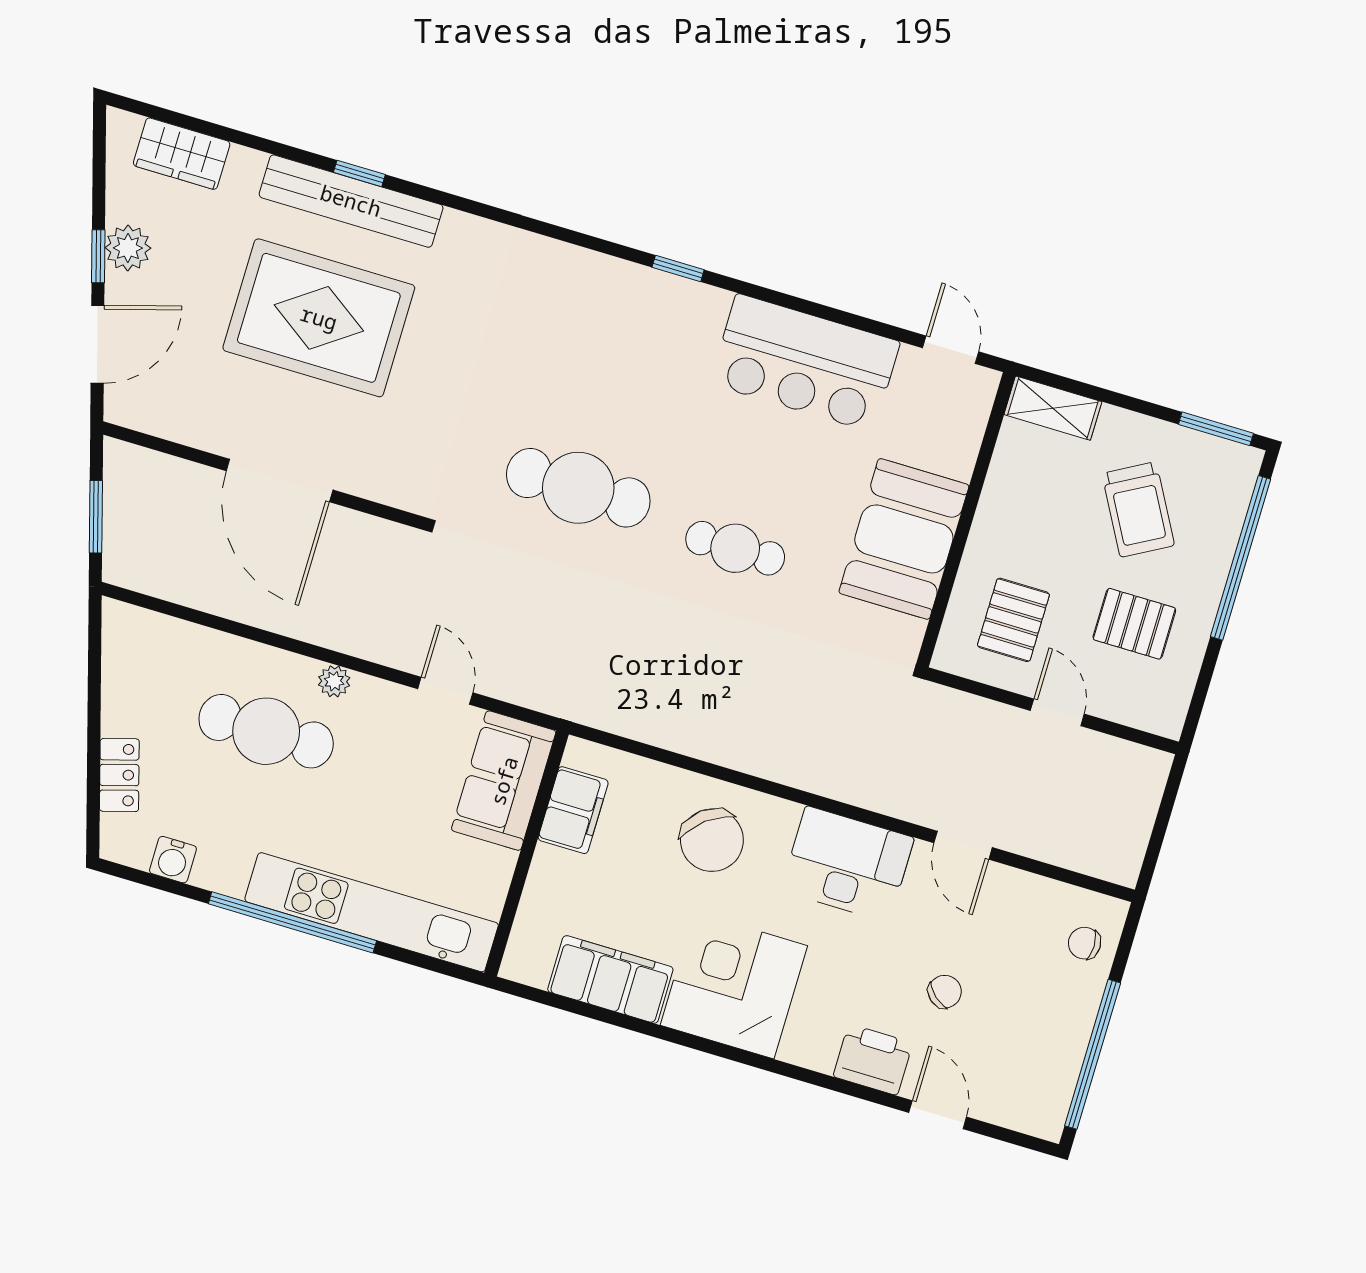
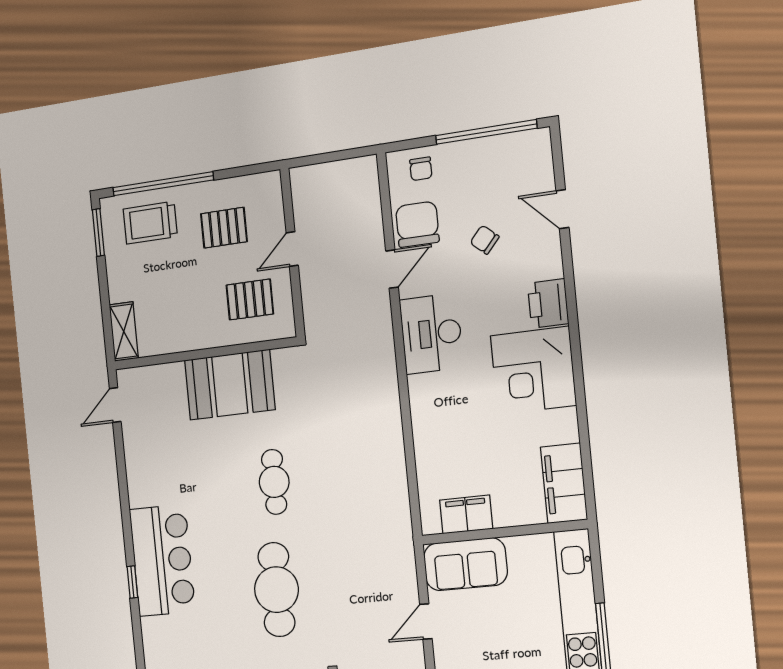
bar counter: (805, 363) -> (162, 560), moved
trolley: (1138, 509) -> (150, 223), moved, turned -151
pallet: (1134, 624) -> (224, 228), turned 90
chair: (712, 840) -> (417, 224), moved, turned -52
filing cabinet: (610, 979) -> (564, 483), moved
printer: (873, 1060) -> (548, 303), moved
door: (938, 1115) -> (562, 209), hinge flipped

